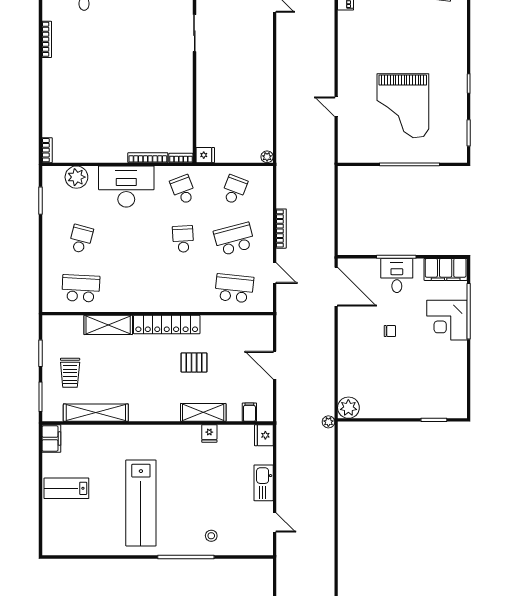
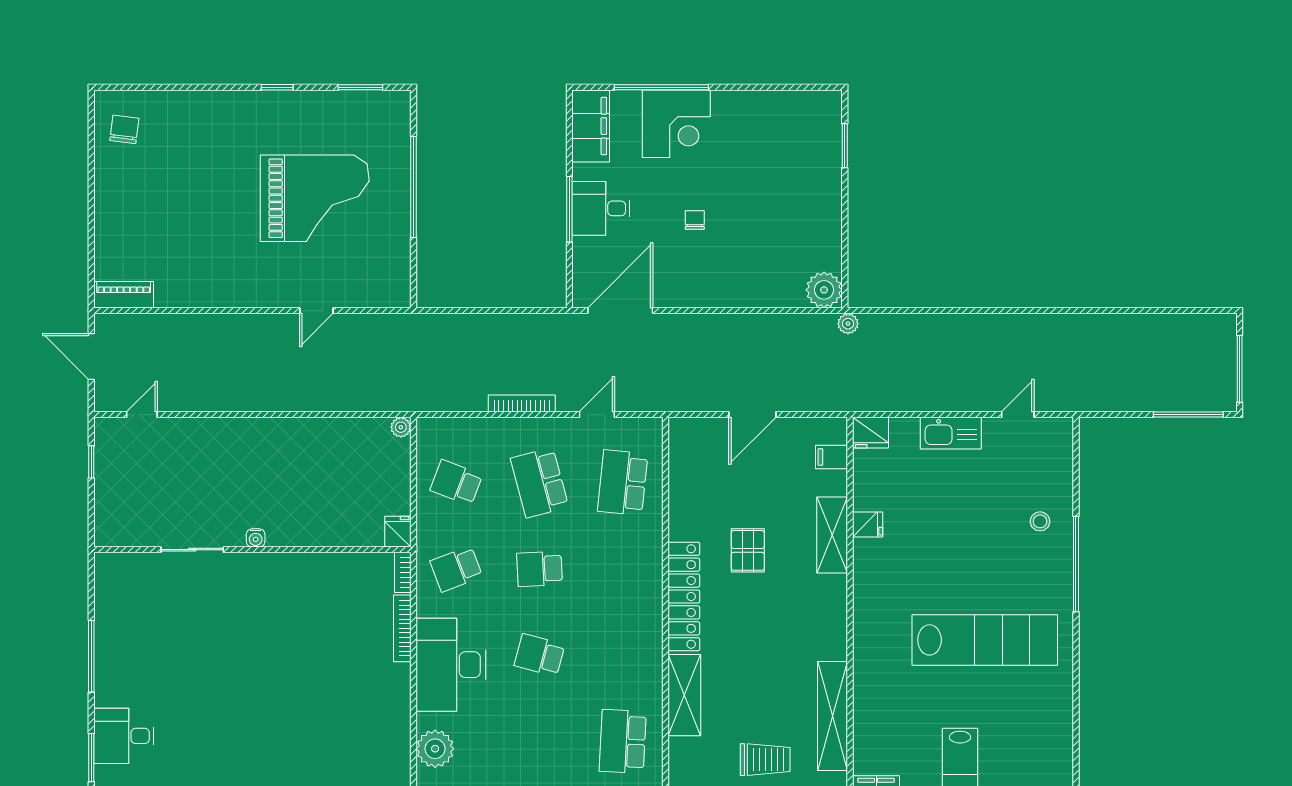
water cooler: (201, 71) -> (256, 538), added
school desk: (81, 239) -> (539, 655), moved

